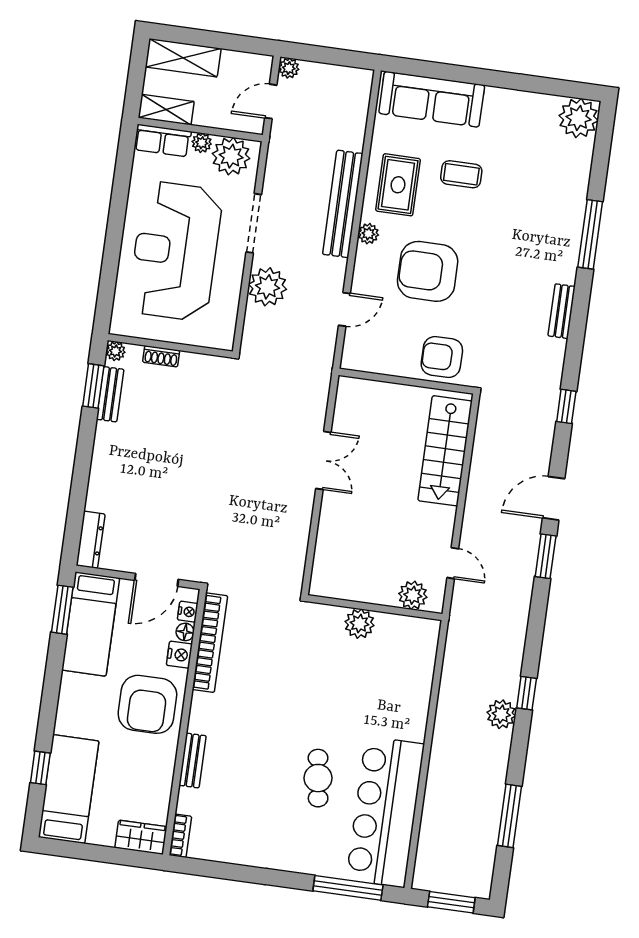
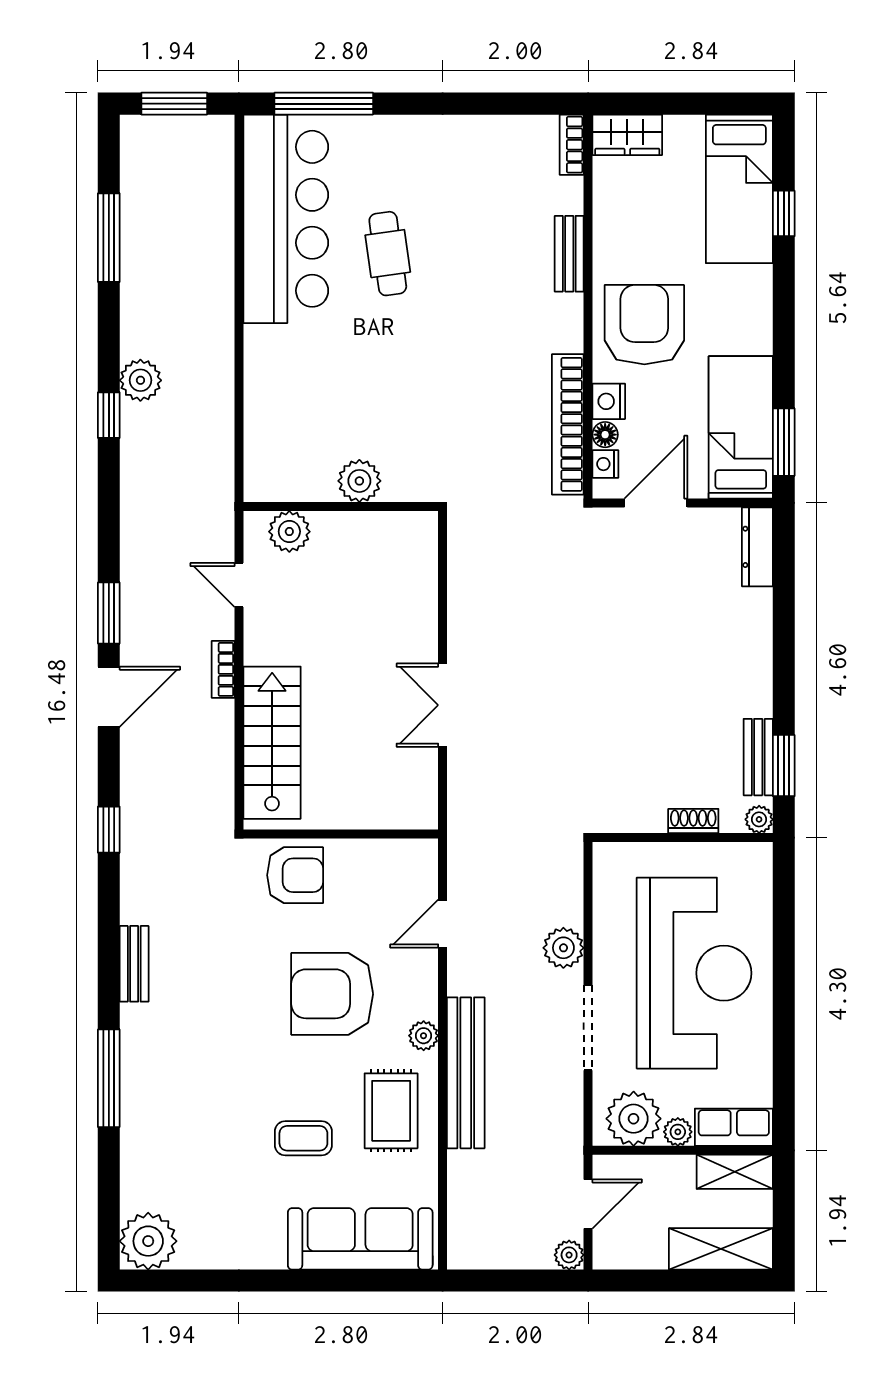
armchair: (428, 271) -> (332, 994), turned 180
plant: (268, 287) -> (563, 948), width x0.73, depth x0.73
bookcase: (472, 506) -> (223, 669), added

